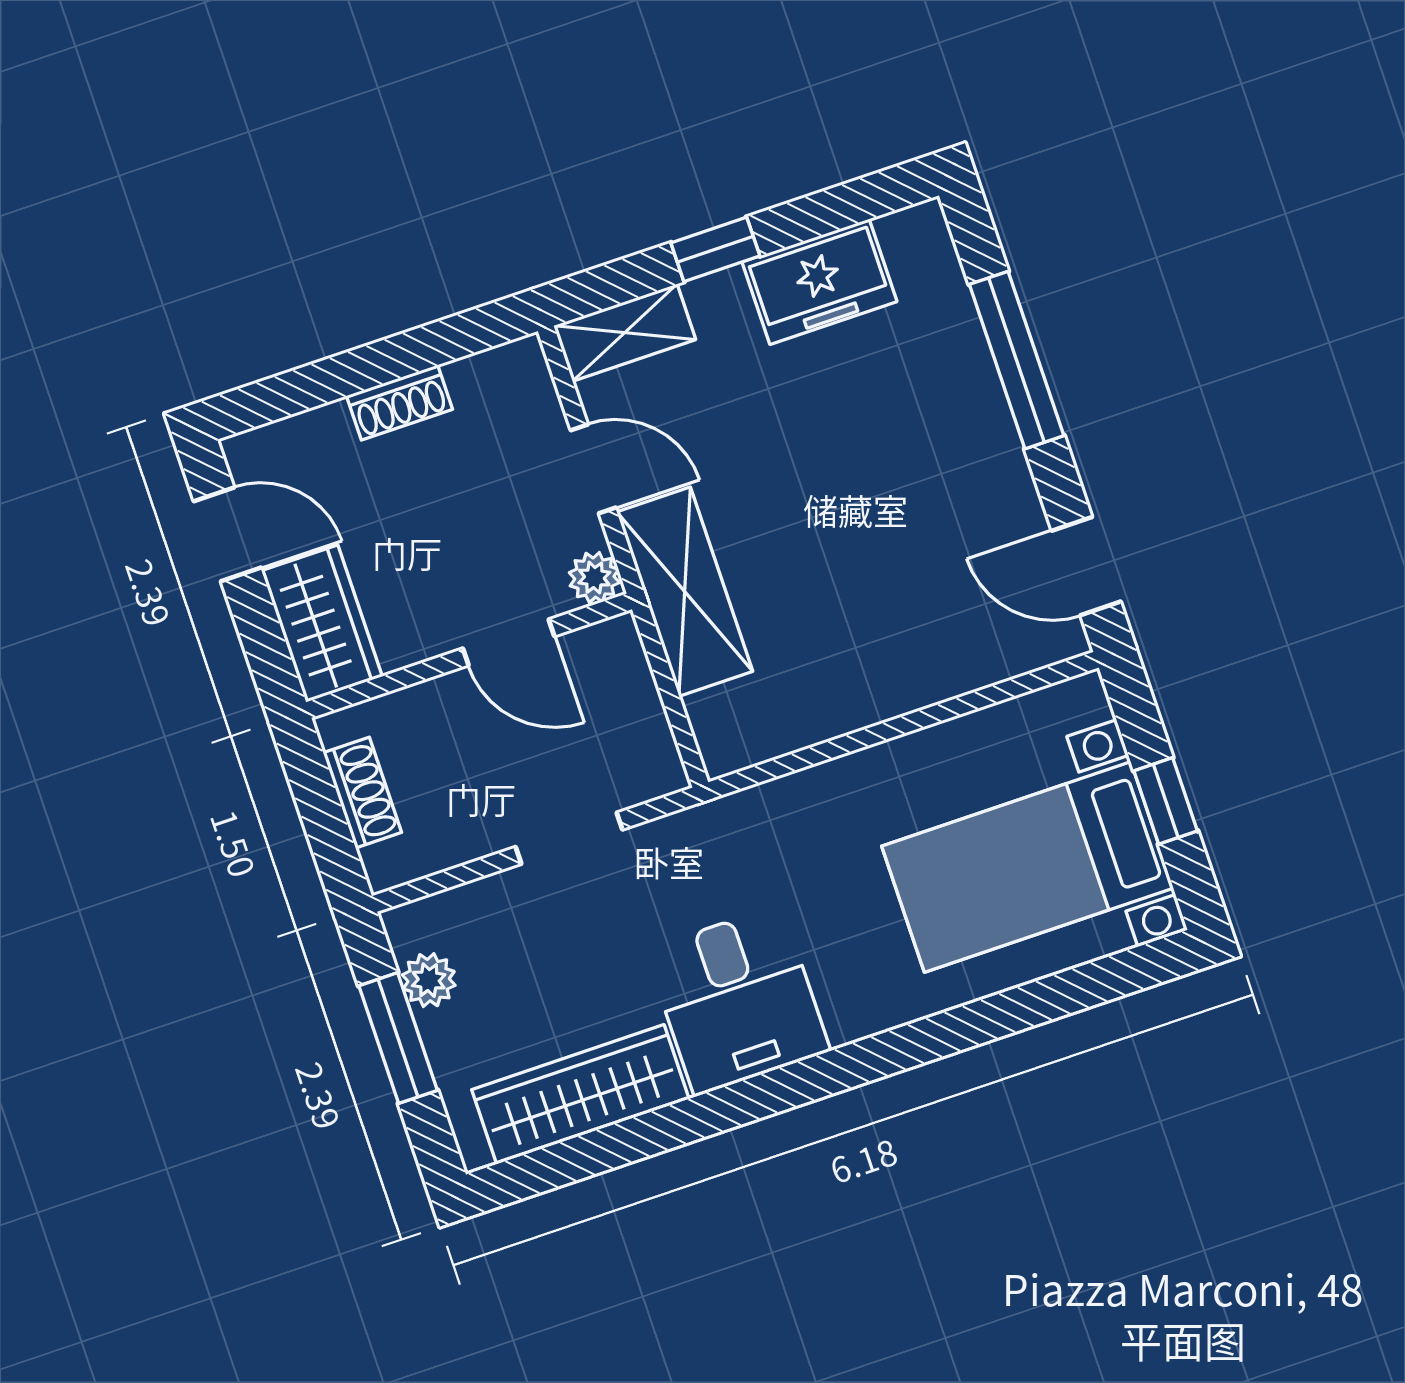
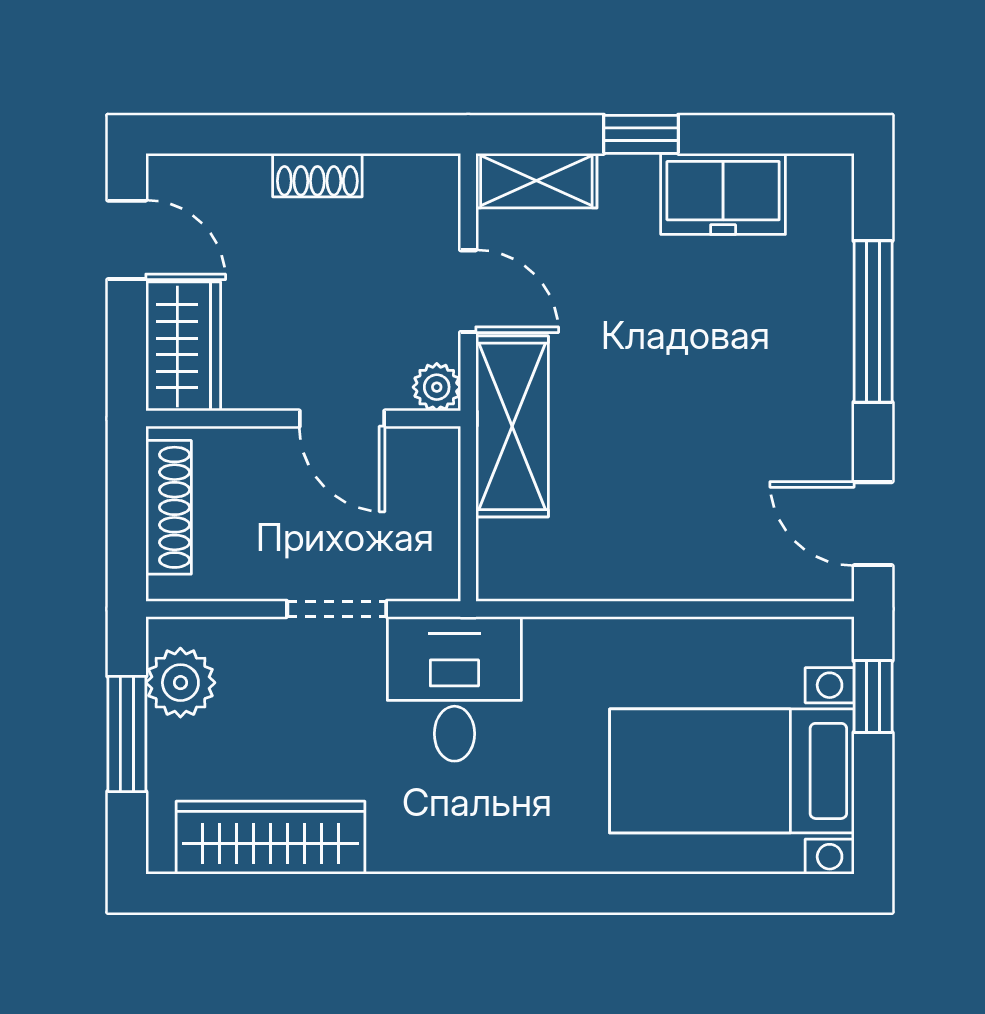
shoe rack: (362, 793) -> (169, 507), width x1.43
window: (1166, 801) -> (873, 697), moved
plant: (429, 980) -> (180, 683), width x1.38, depth x1.38
desk: (738, 1000) -> (454, 689), moved, turned 180

